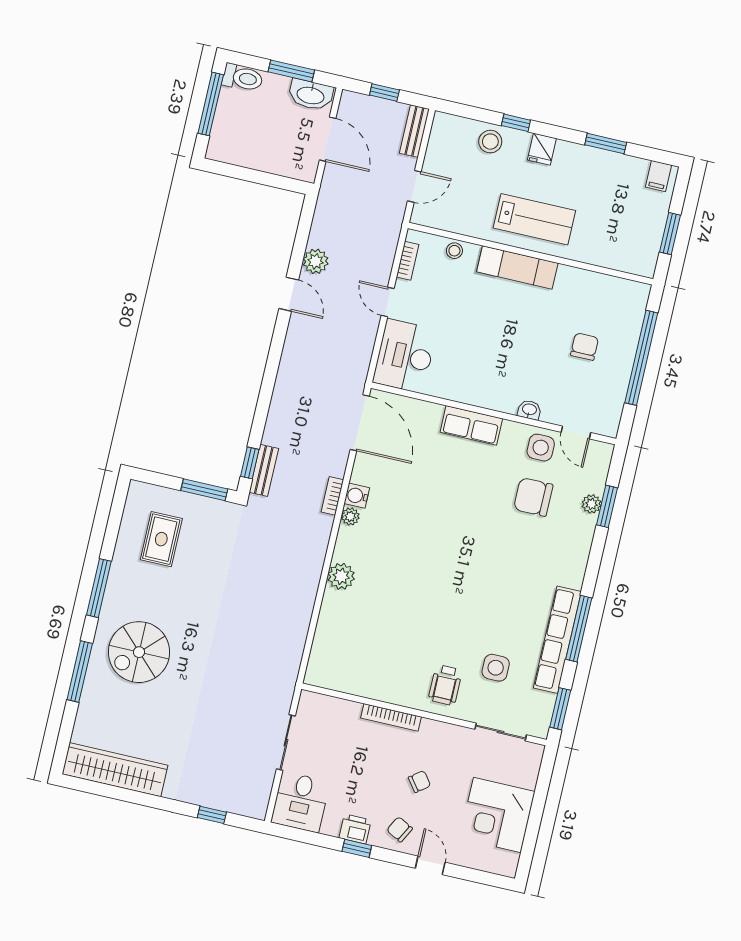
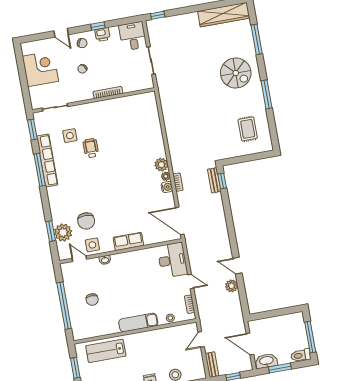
lab bench: (534, 219) -> (106, 351), moved
window: (204, 490) -> (238, 160), removed
chair: (533, 497) -> (86, 221), turned 90
plant: (591, 504) -> (63, 233), width x1.87, depth x1.87
plant: (341, 576) -> (161, 165), moved
spiral stairs: (139, 652) -> (236, 73), turned 90
window: (80, 672) -> (257, 39), moved
wheelchair: (445, 685) -> (91, 148), moved
window: (212, 815) -> (158, 15), moved

